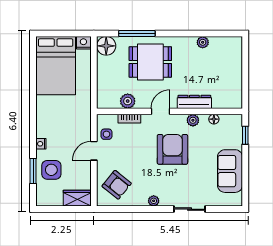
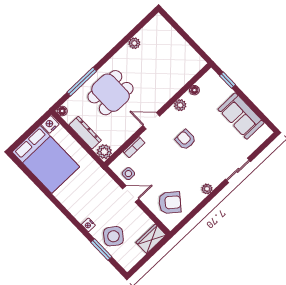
floor lamp: (106, 46) -> (62, 111), width x0.53, depth x0.53
plant: (128, 101) -> (104, 152), moved
dresser: (194, 102) -> (85, 133), moved, turned 90
door: (161, 111) -> (151, 121), hinge flipped
armchair: (172, 149) -> (185, 140), width x0.53, depth x0.53
door: (94, 151) -> (131, 194), swing flipped
side table: (51, 170) -> (113, 236), turned 37

